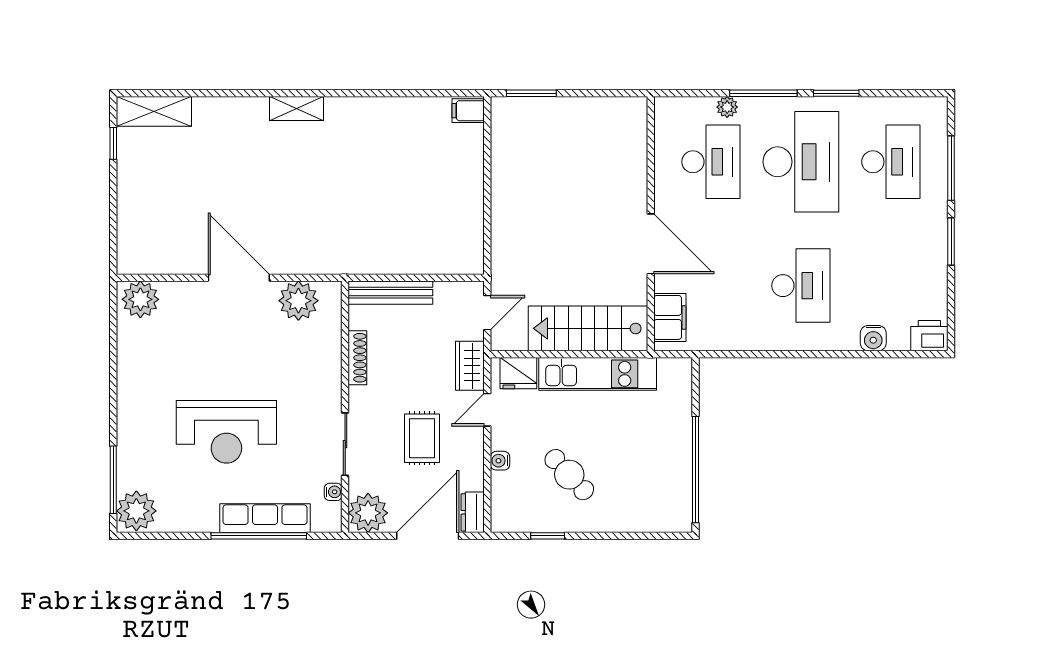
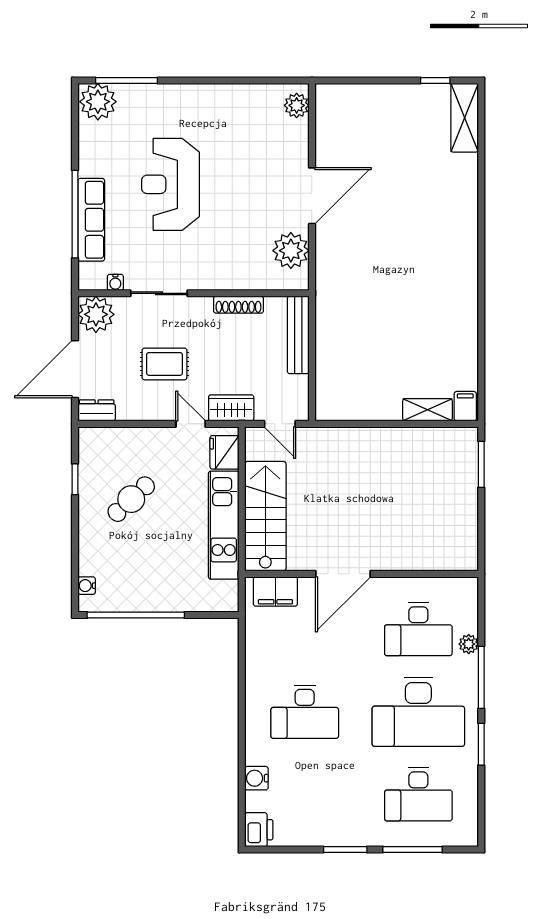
shelving: (297, 109) -> (427, 410), moved, turned 90
plant: (140, 299) -> (297, 105), width x0.73, depth x0.73
water cooler: (500, 461) -> (87, 586), moved, turned -90
door: (428, 536) -> (75, 369), swing flipped

